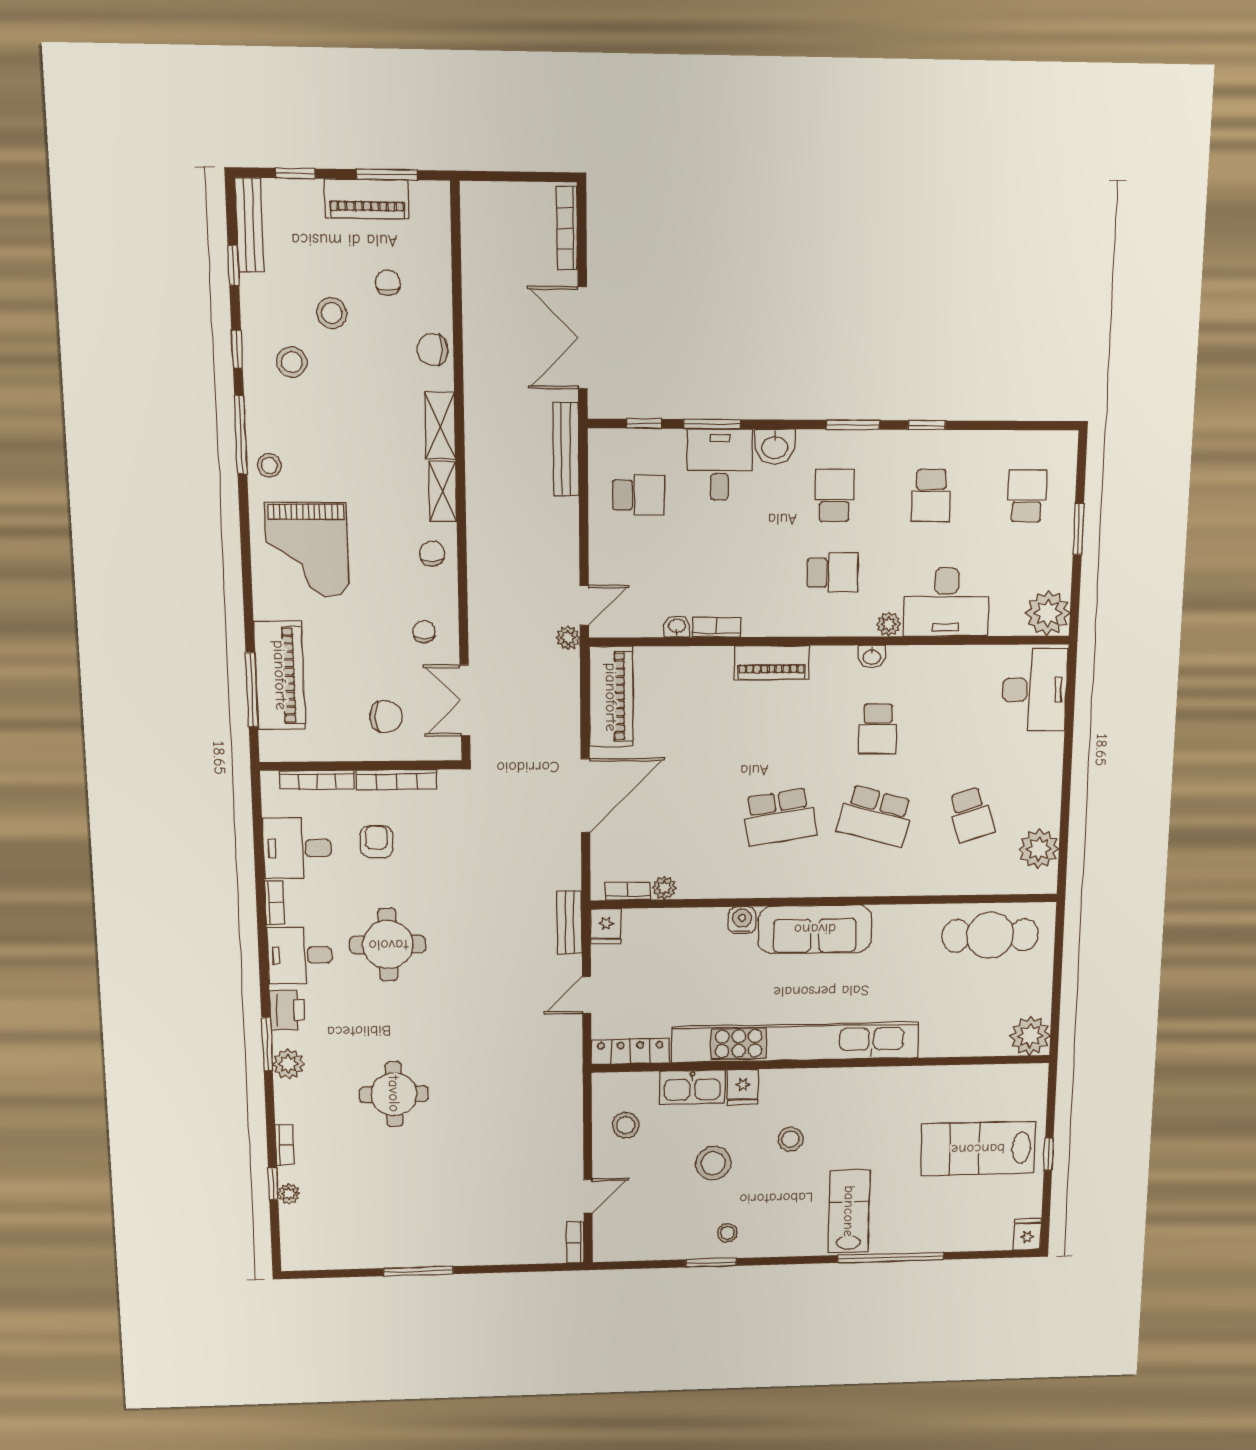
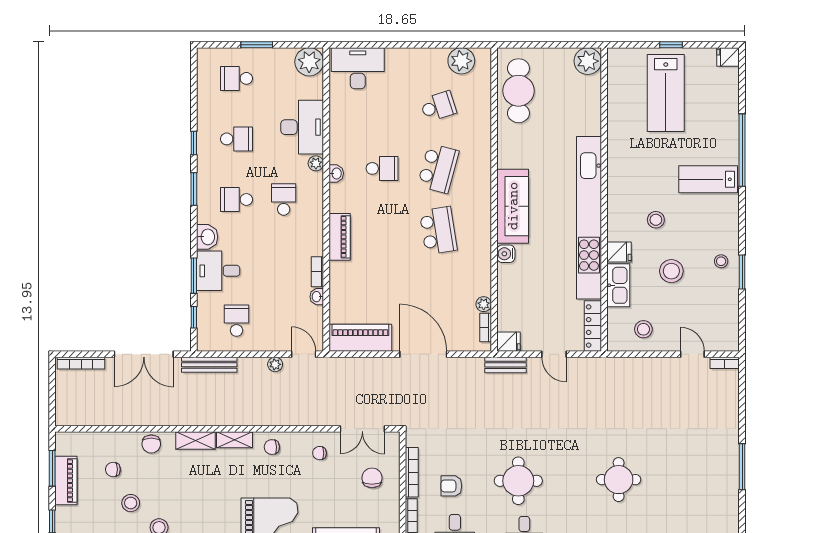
plant: (568, 638) -> (275, 364), moved

